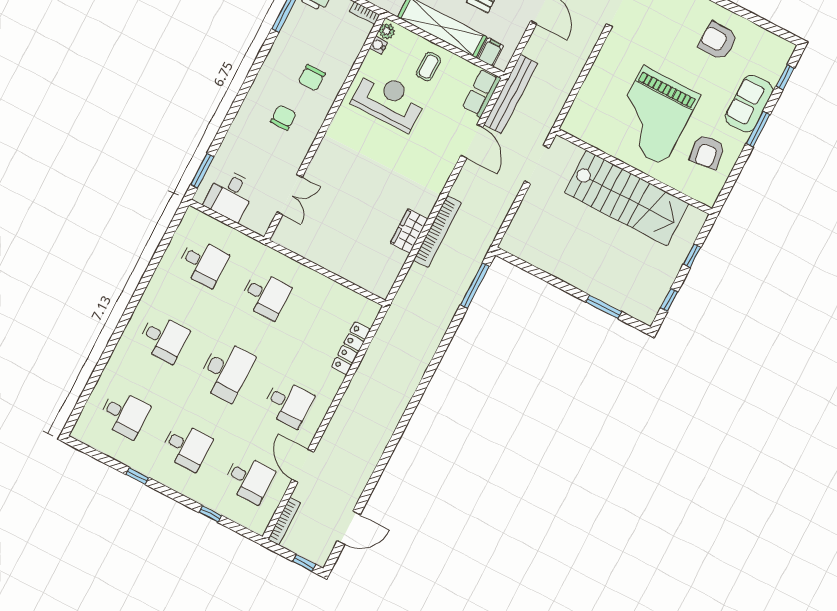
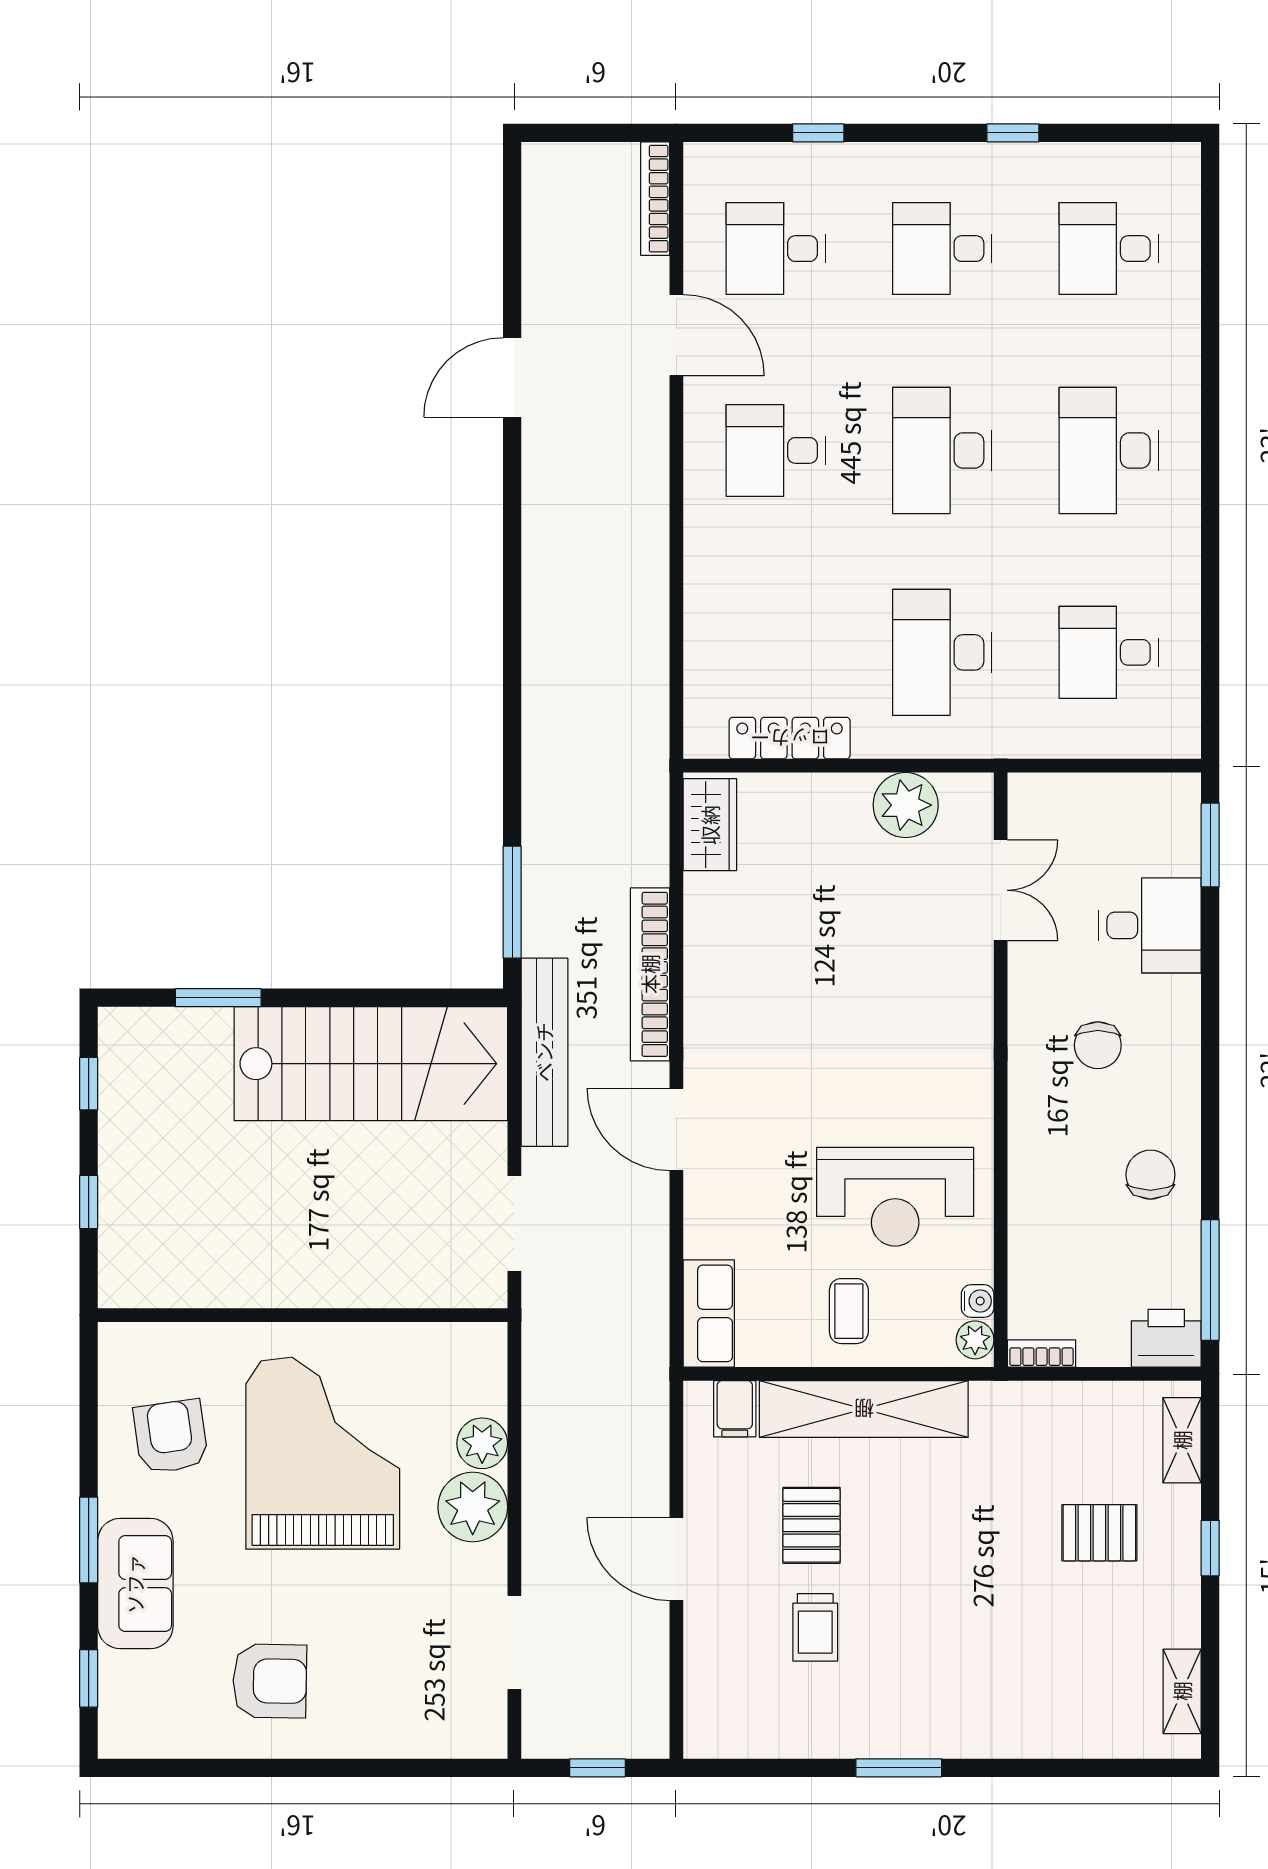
plant: (608, 66) -> (473, 1507), added
chair: (312, 78) -> (1150, 1175), moved
plant: (592, 88) -> (482, 1443), added
bench: (511, 94) -> (544, 1052), moved
door: (472, 141) -> (676, 1129), moved
desk: (230, 195) -> (1150, 925), moved, turned 90
double door: (290, 195) -> (1001, 890), swing flipped
stairs: (627, 198) -> (371, 1064), moved, turned 180
wardrobe: (409, 231) -> (710, 825), moved
plant: (309, 245) -> (906, 805), added
desk: (265, 295) -> (942, 652), width x1.37
desk: (163, 338) -> (1109, 450), width x1.37
locker: (351, 348) -> (790, 738), moved, turned -90
door: (349, 528) -> (512, 377), moved
window: (304, 563) -> (567, 133), removed

